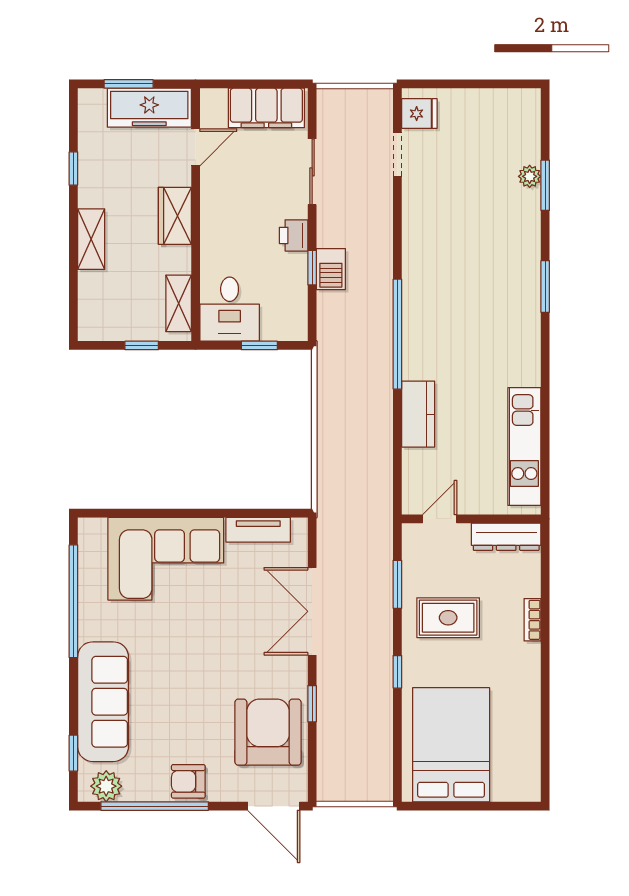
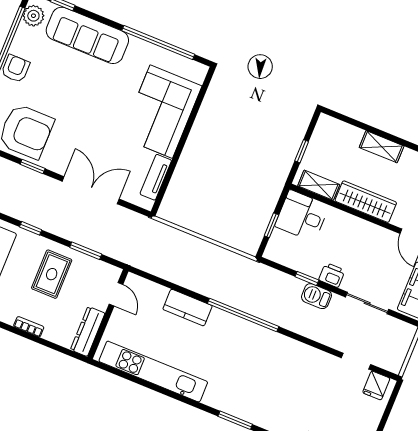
wardrobe: (175, 216) -> (366, 202), width x1.50
barbecue: (331, 269) -> (316, 296), moved
kitchen unit: (524, 446) -> (153, 372), width x1.36

